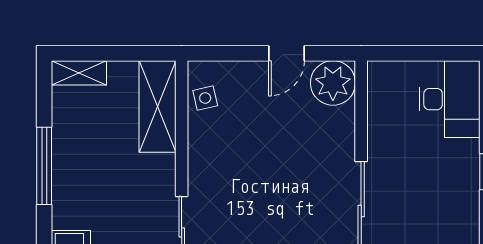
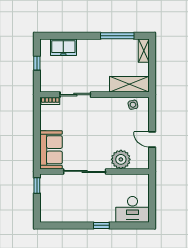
plant: (333, 83) -> (121, 159), moved
window: (44, 166) -> (117, 36), moved

